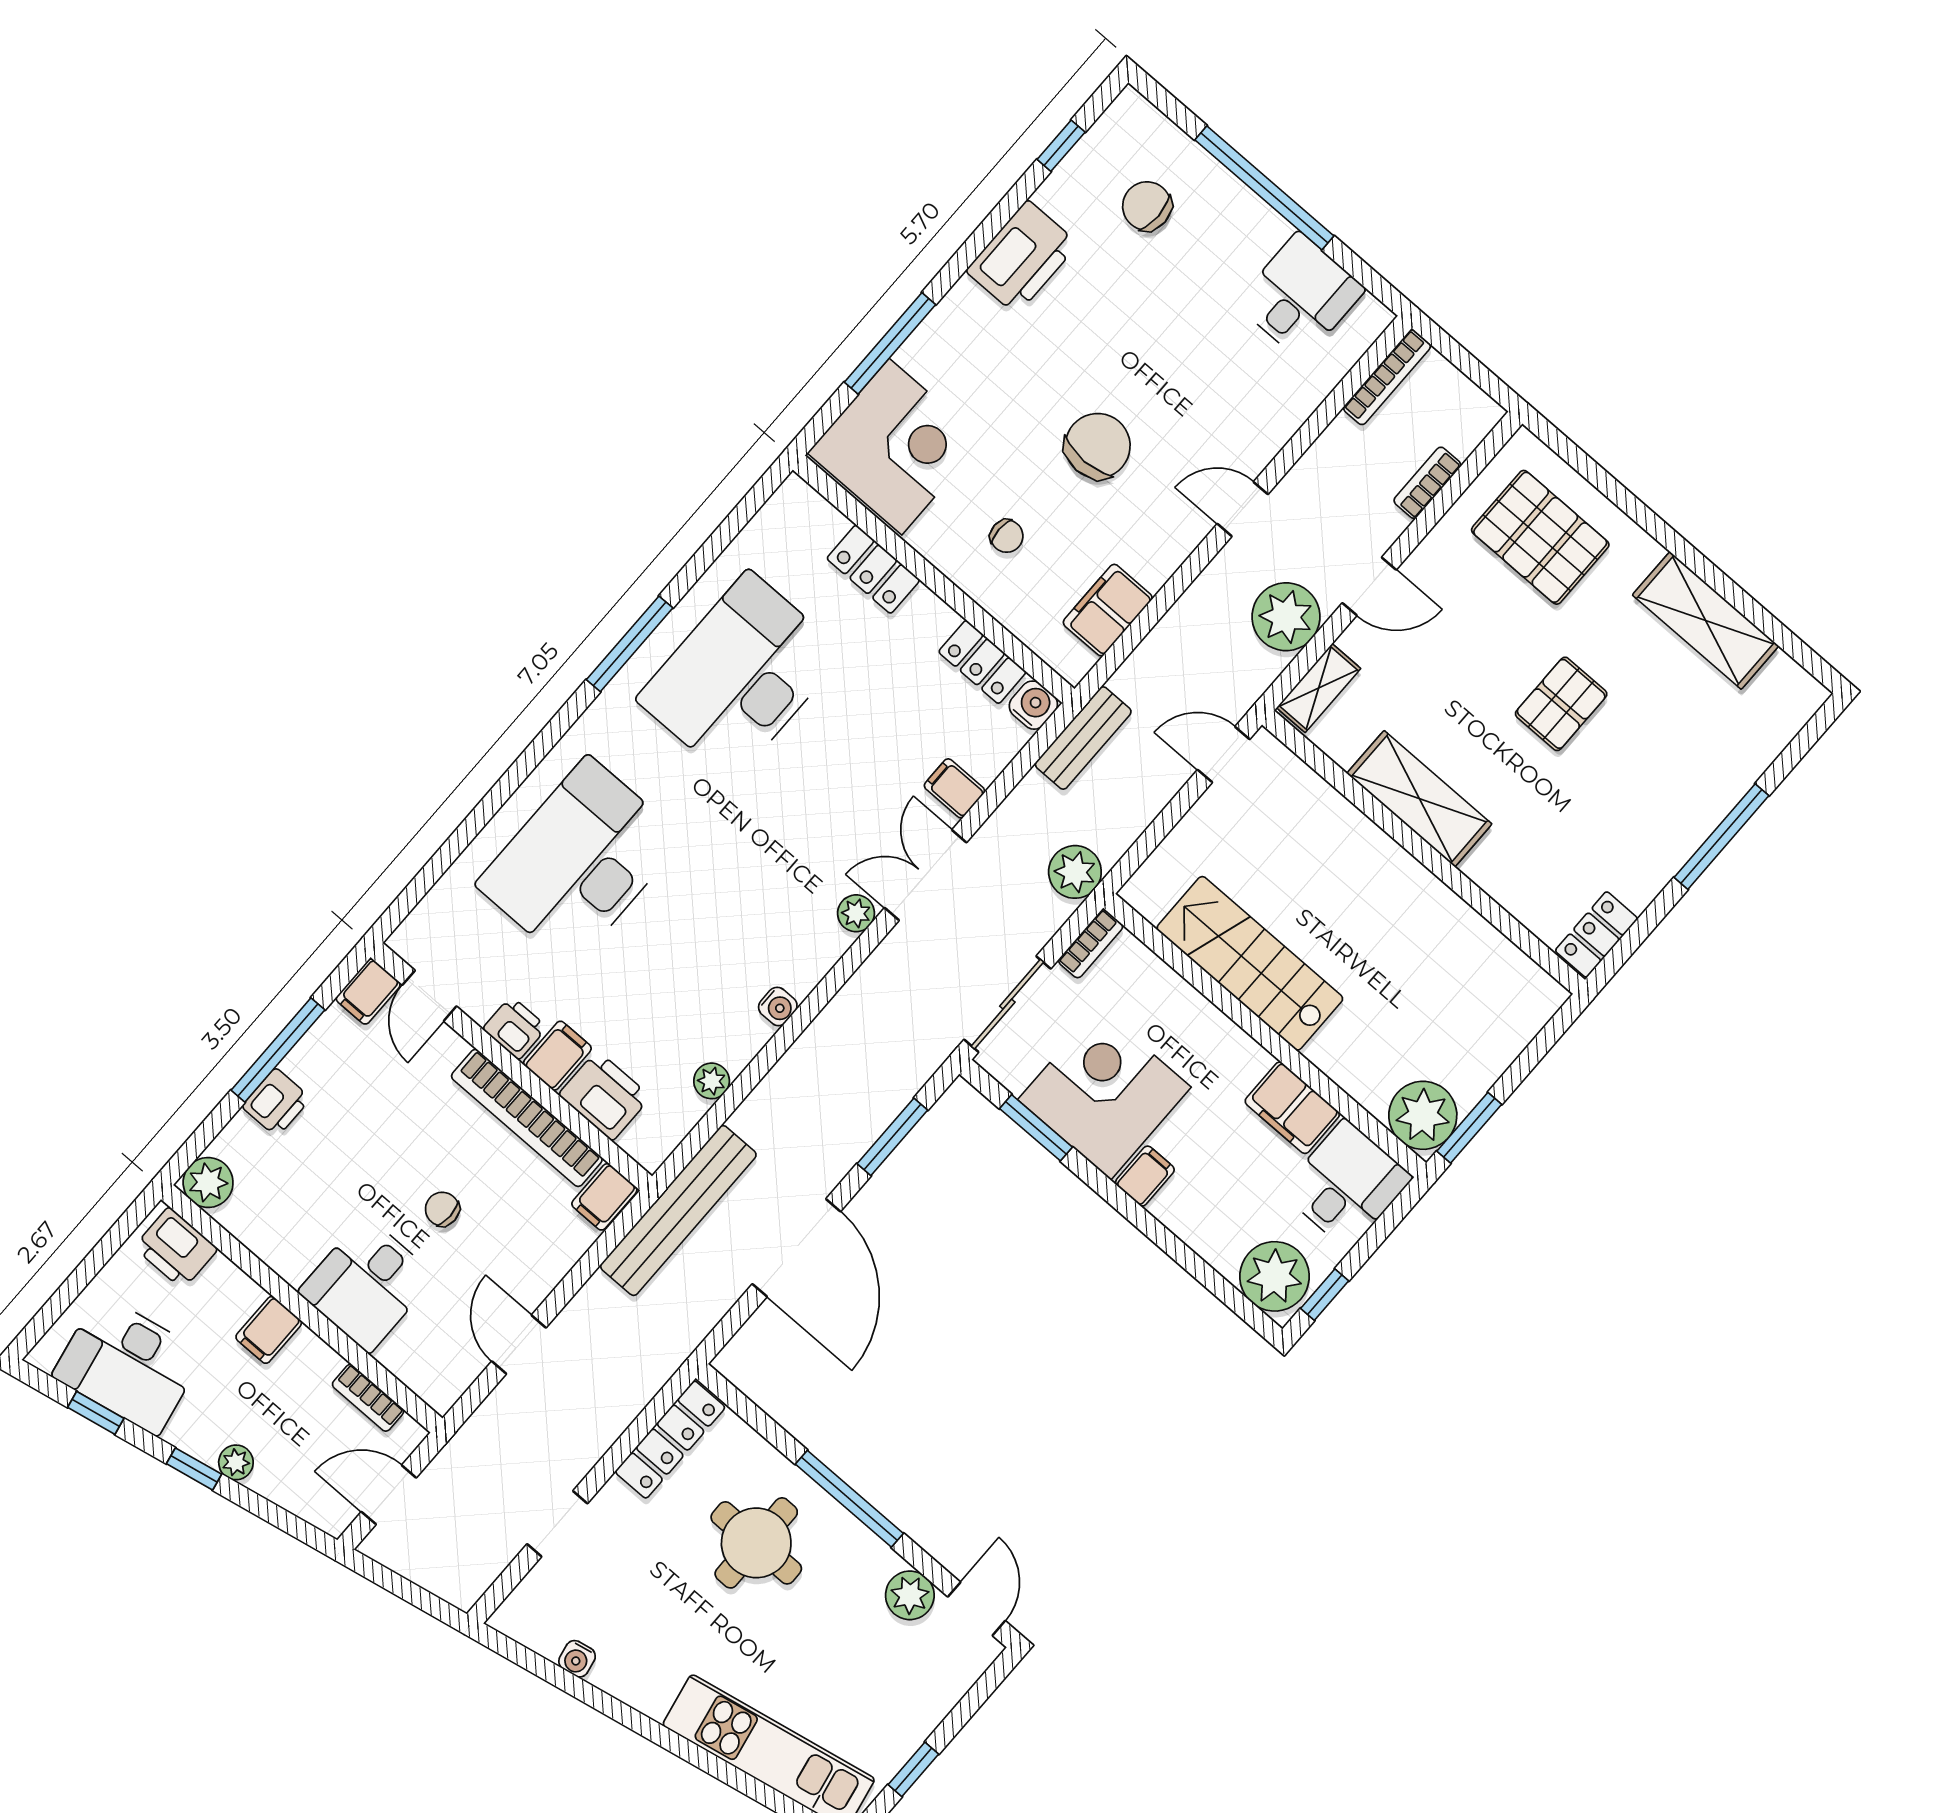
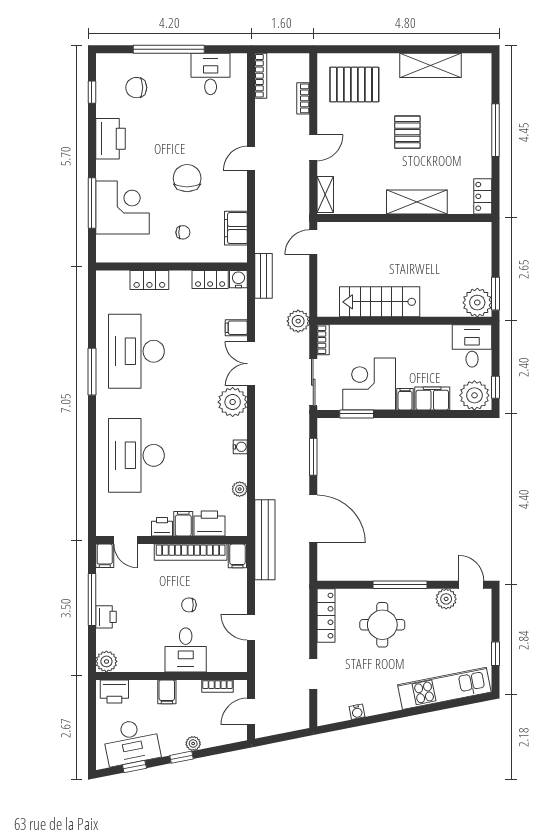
corner desk: (896, 447) -> (122, 208), moved
plant: (1286, 617) -> (295, 181), removed
shelving: (1419, 799) -> (417, 202), moved
plant: (856, 913) -> (233, 402), width x1.88, depth x1.88
filing cabinet: (1292, 1108) -> (432, 398), moved, turned 180

